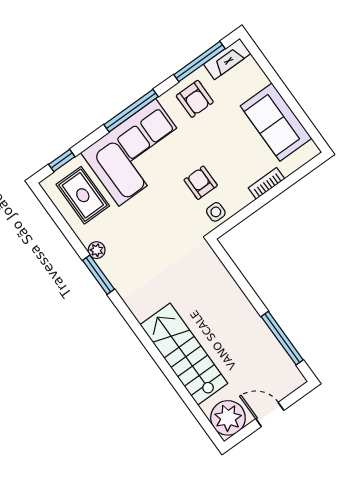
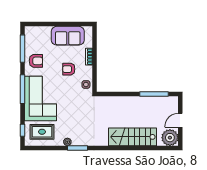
fireplace: (227, 59) -> (29, 37), removed
armchair: (201, 183) -> (69, 69), moved

